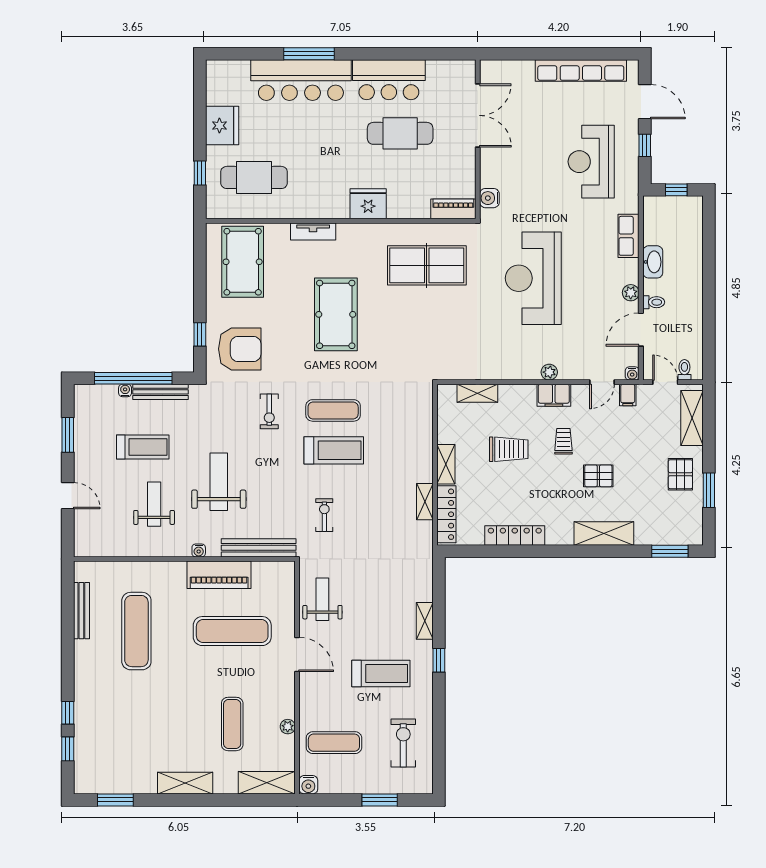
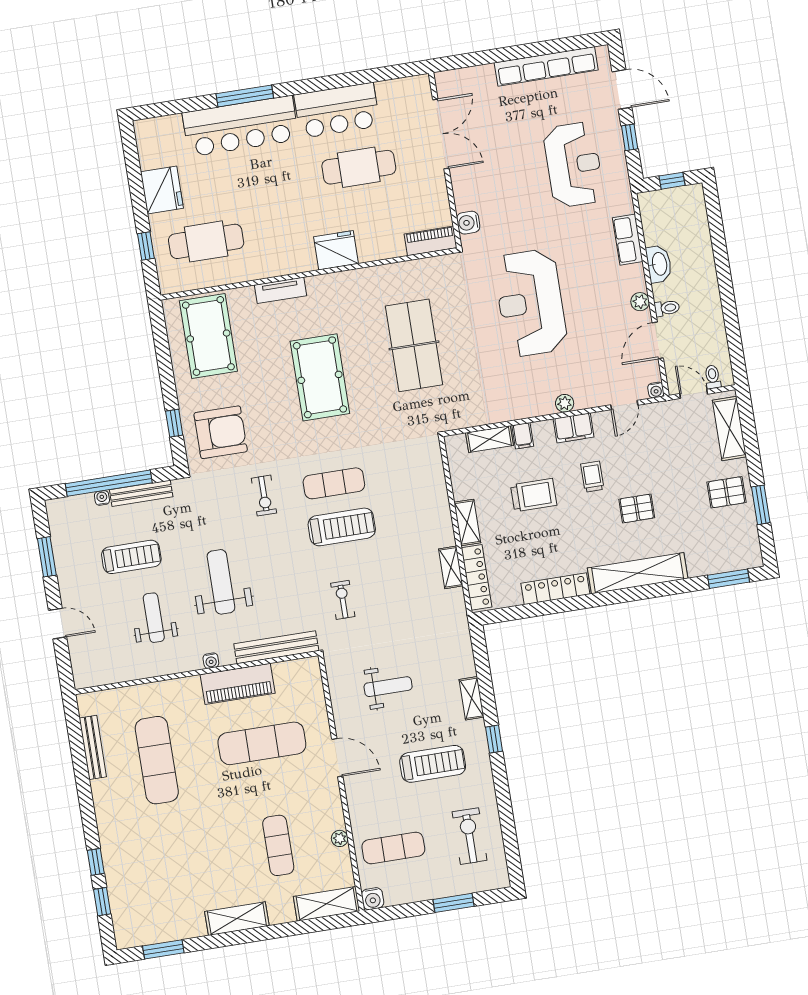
reception desk: (591, 162) -> (574, 165), turned 180
table tennis table: (427, 265) -> (414, 345), moved, turned 90
filing cabinet: (628, 395) -> (523, 436), moved
pallet: (680, 474) -> (727, 492), turned 90
shelving: (604, 533) -> (638, 573), width x1.47
weight bench: (322, 599) -> (388, 687), moved, turned 90

